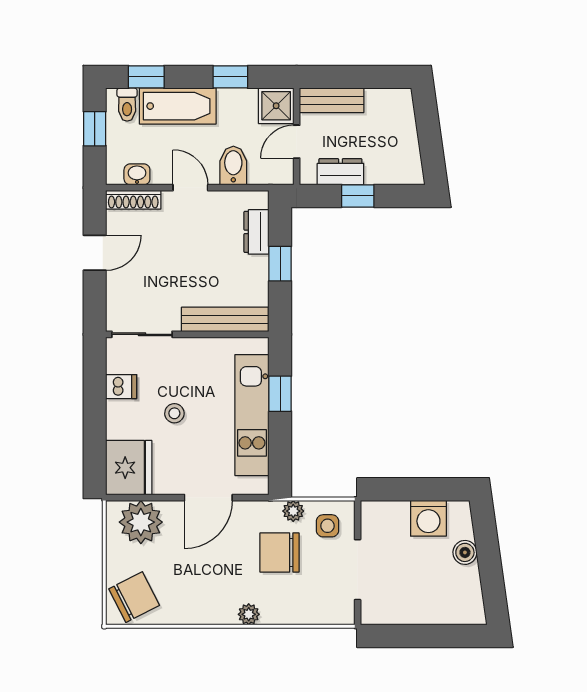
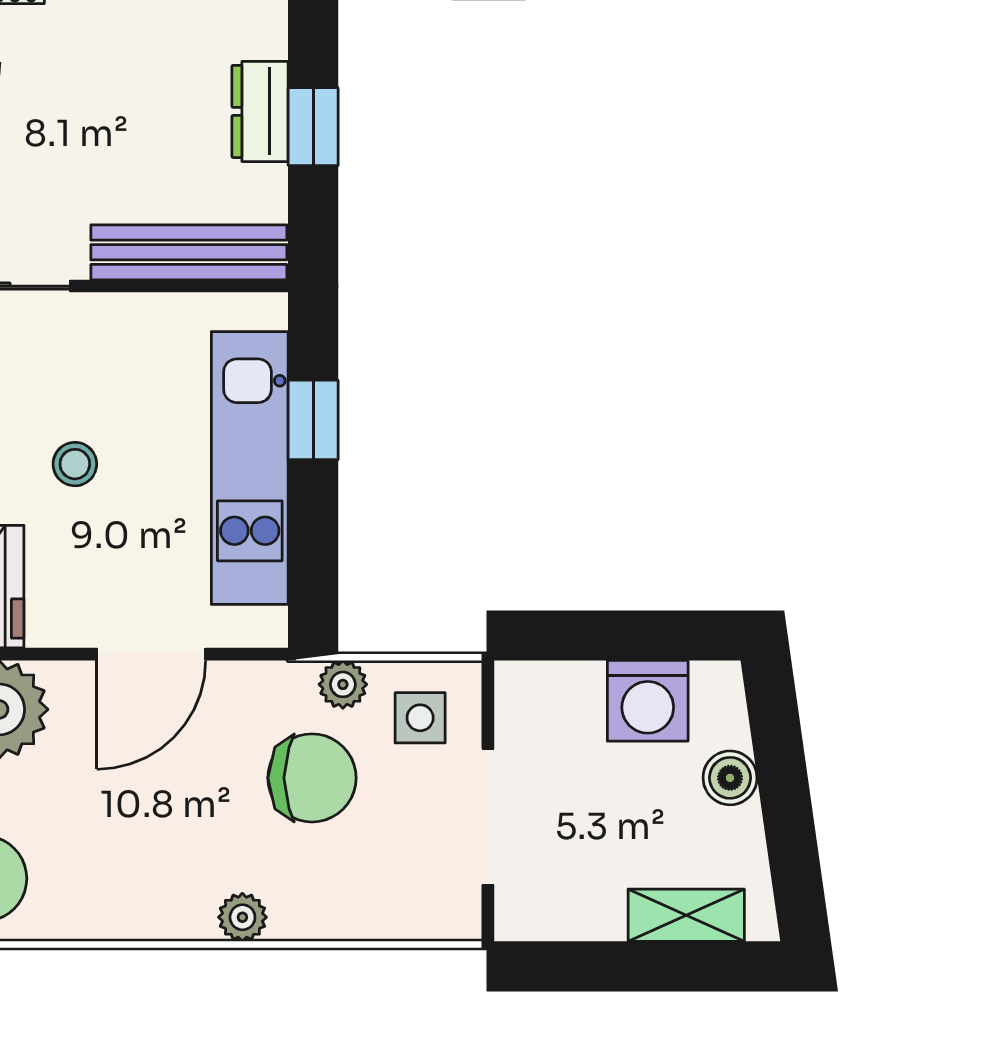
dresser: (256, 232) -> (260, 111), moved
chair: (280, 552) -> (312, 778), turned 180
shelving: (445, 613) -> (686, 915), added

